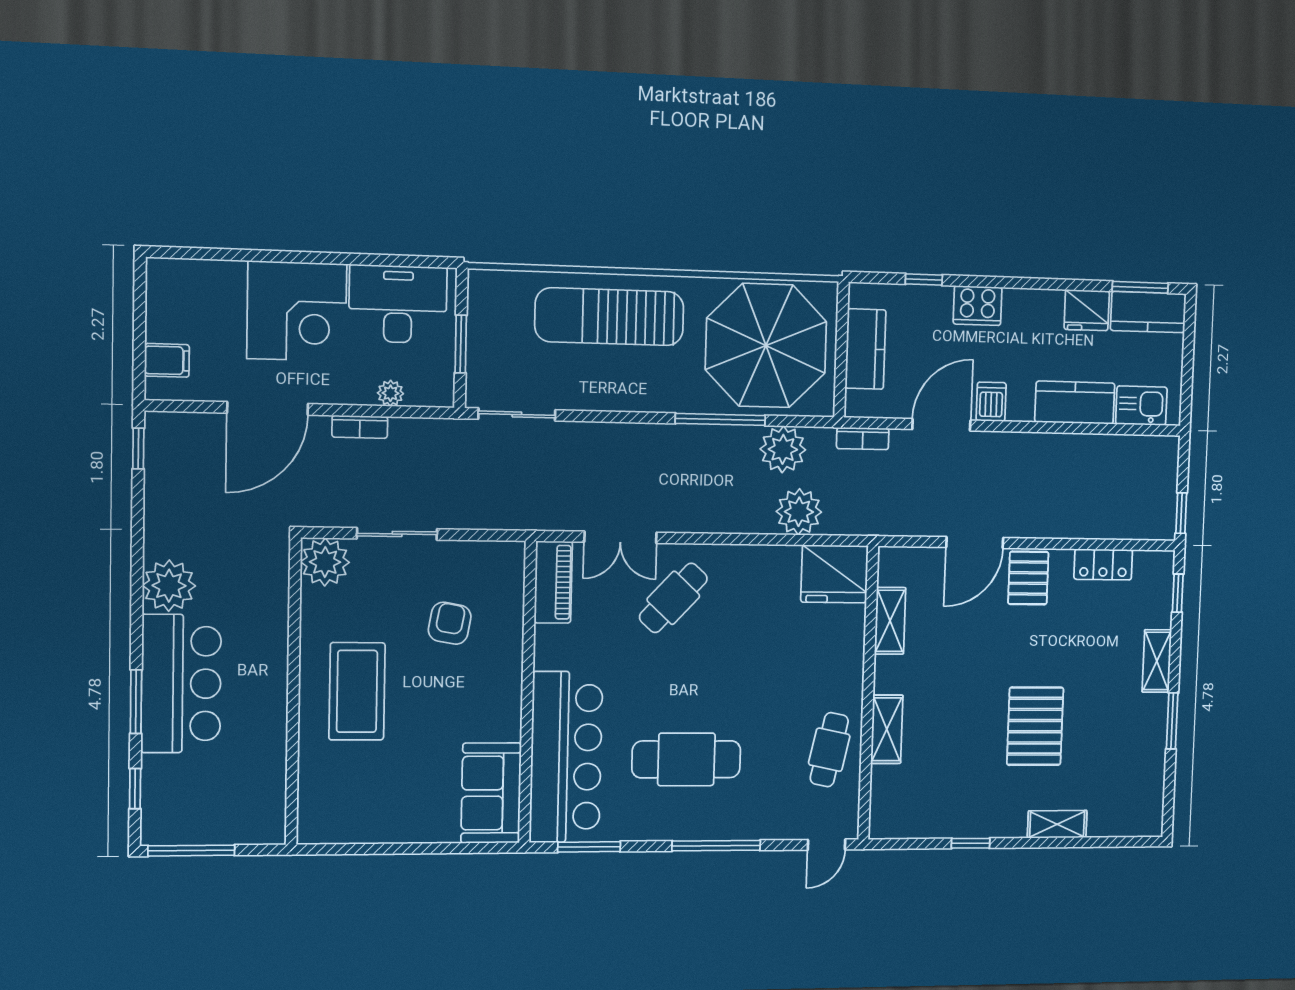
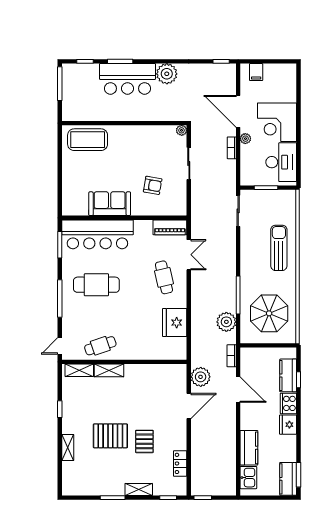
fridge: (1087, 310) -> (288, 425), moved
sun lounger: (609, 317) -> (279, 248), width x0.73, depth x0.75
parasol: (766, 346) -> (269, 313), width x0.73, depth x0.73
kitchen counter: (865, 349) -> (288, 375), moved, turned 90
plant: (390, 393) -> (245, 139), moved
dishwasher: (991, 402) -> (248, 411), removed
plant: (799, 512) -> (201, 377), moved
double door: (621, 537) -> (189, 255), swing flipped
door: (975, 543) -> (189, 406), swing flipped
plant: (325, 562) -> (182, 130), width x0.53, depth x0.53
fridge: (835, 574) -> (175, 323), moved
pallet: (1028, 578) -> (144, 441), moved, turned 90
cafe table: (673, 598) -> (164, 277), turned 34
shelving: (890, 621) -> (79, 370), moved
coffee table: (357, 691) -> (88, 140), moved
cafe table: (829, 750) -> (100, 346), turned -31
cafe table: (686, 759) -> (96, 285), turned 90
sofa: (491, 793) -> (110, 204), moved
door: (827, 845) -> (60, 346), hinge flipped

